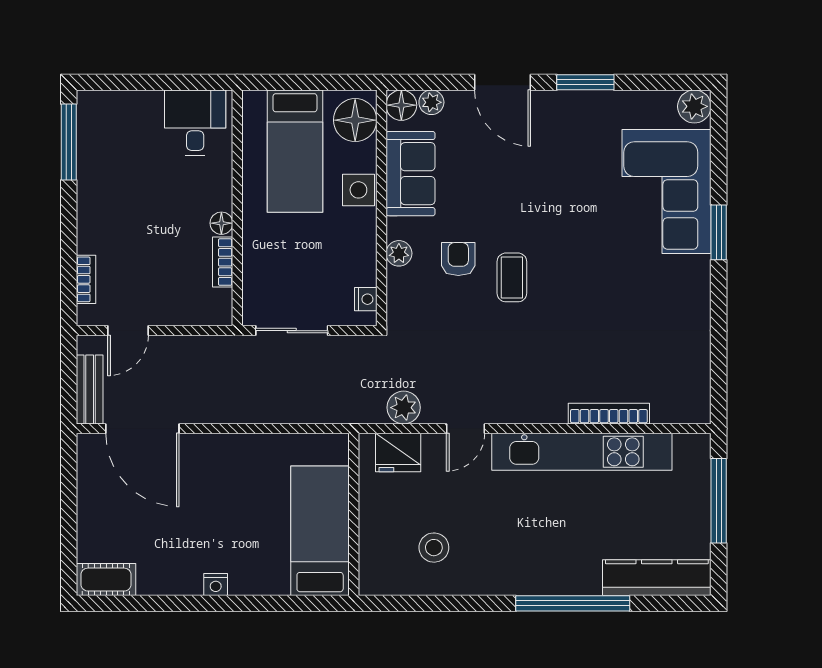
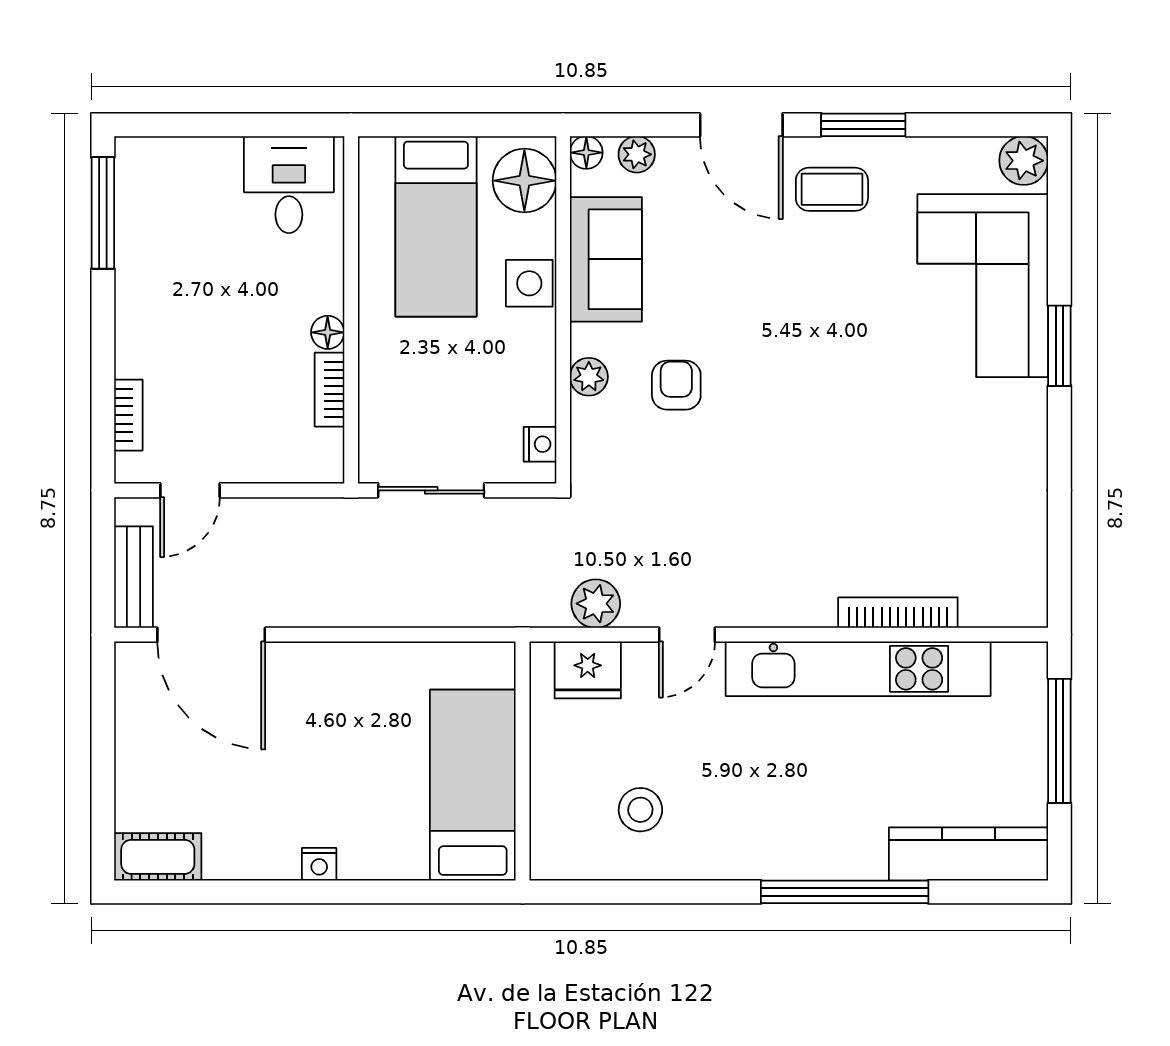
floor lamp: (401, 105) -> (586, 153), width x0.73, depth x0.73
coffee table: (512, 277) -> (832, 189), moved, turned 90

